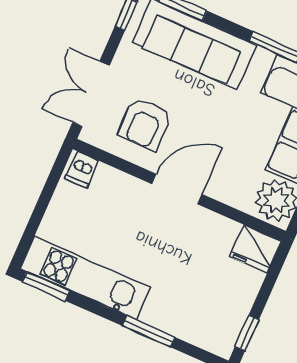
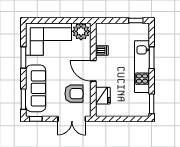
dishwasher: (82, 170) -> (102, 51), moved
fridge: (256, 249) -> (103, 96), moved
kitchen unit: (85, 278) -> (142, 67), moved

